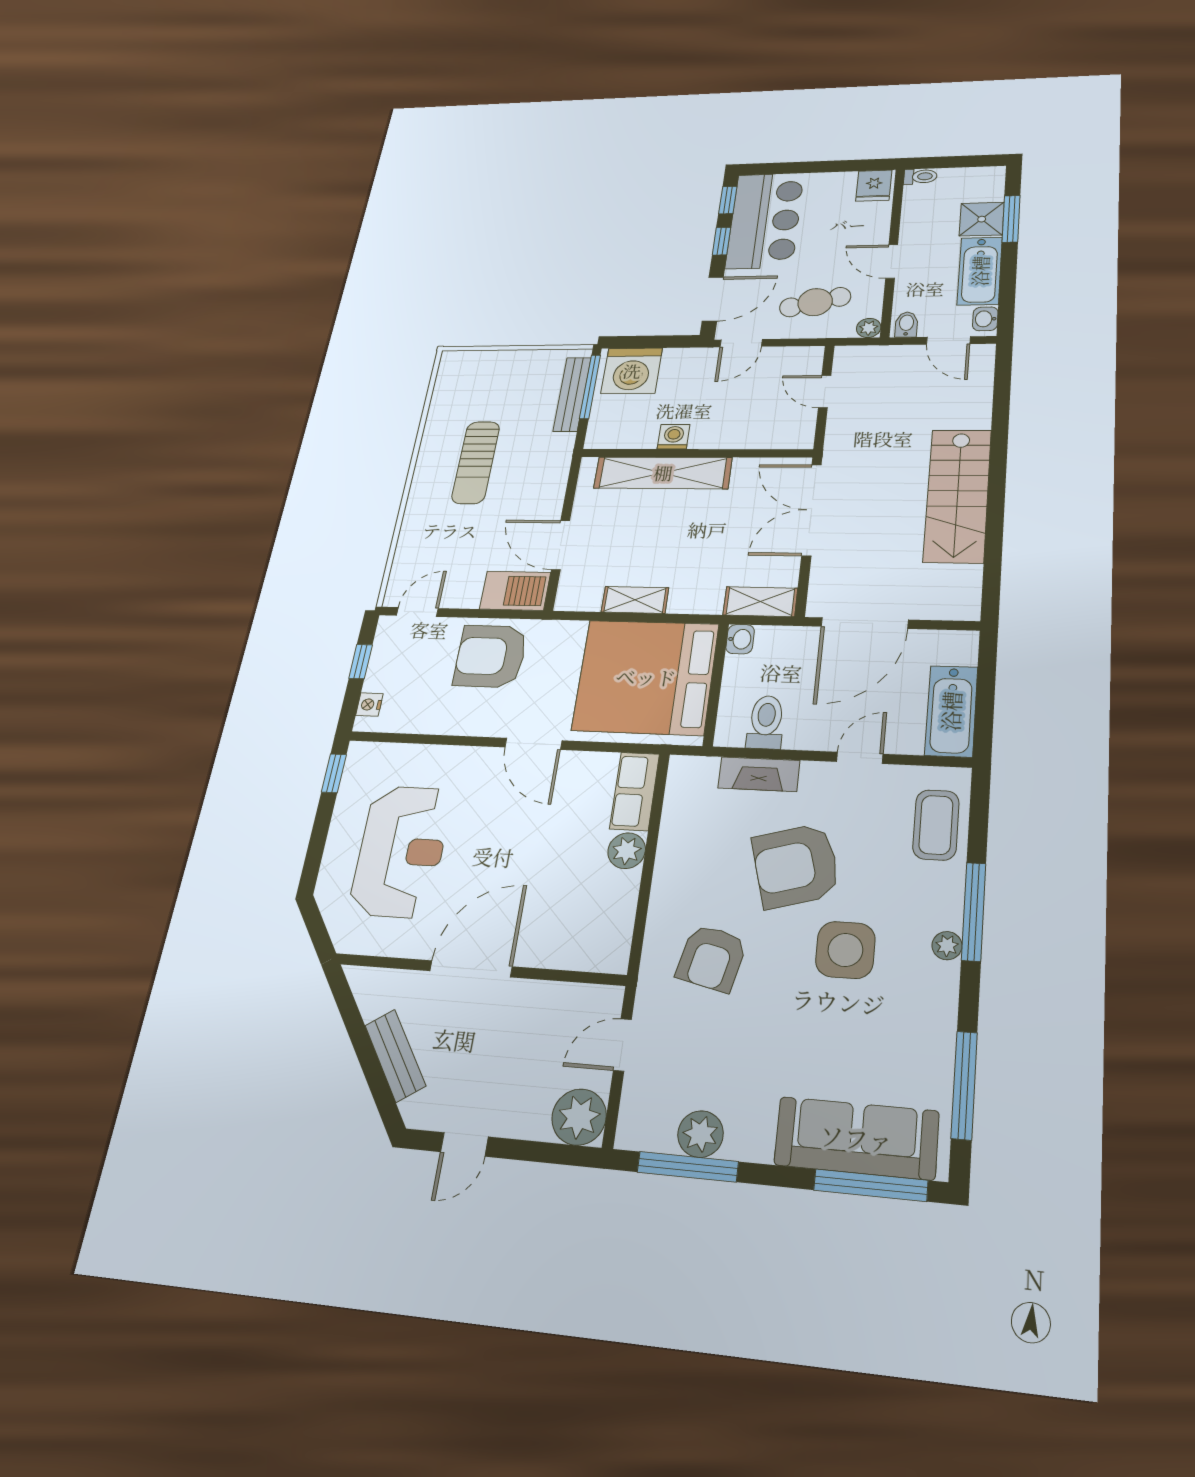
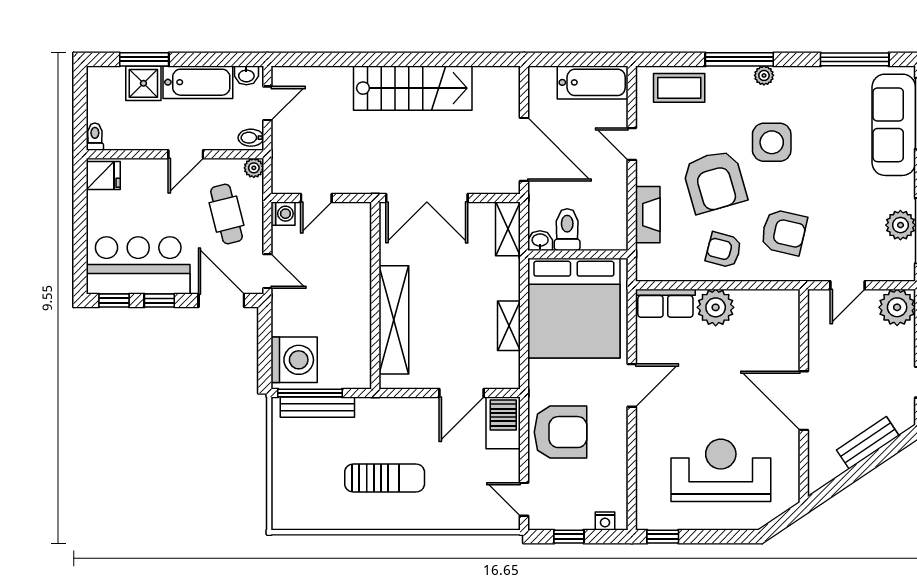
washing machine: (674, 437) -> (283, 214), moved, turned 180
armchair: (491, 656) -> (561, 432), turned -90
toilet: (766, 722) -> (567, 230), moved, turned 90
plant: (627, 851) -> (716, 307), width x1.36, depth x1.36
armchair: (697, 872) -> (724, 250), added
door: (622, 1045) -> (847, 285), hinge flipped

